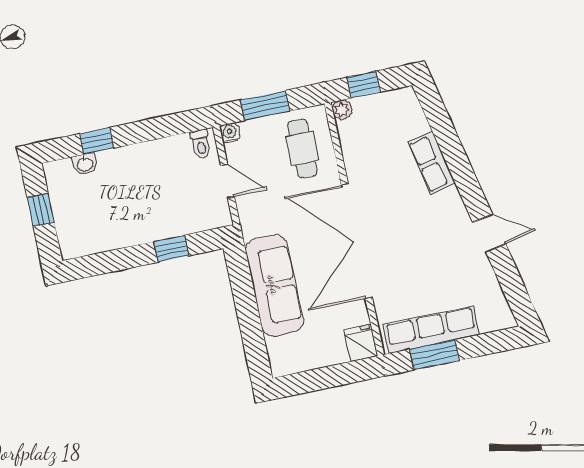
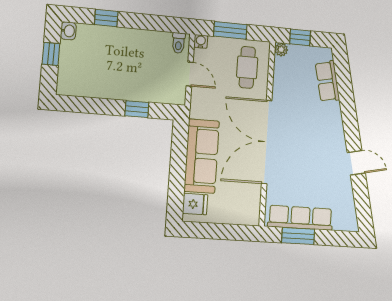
row of seats: (431, 163) -> (327, 81), moved
washbasin: (85, 164) -> (68, 31), moved, turned -90
fridge: (361, 343) -> (195, 204), moved, turned 90

